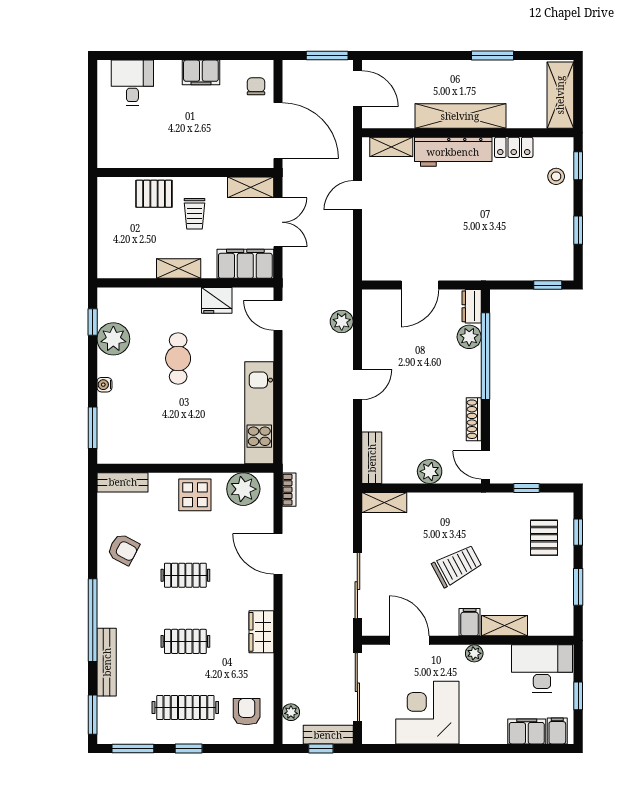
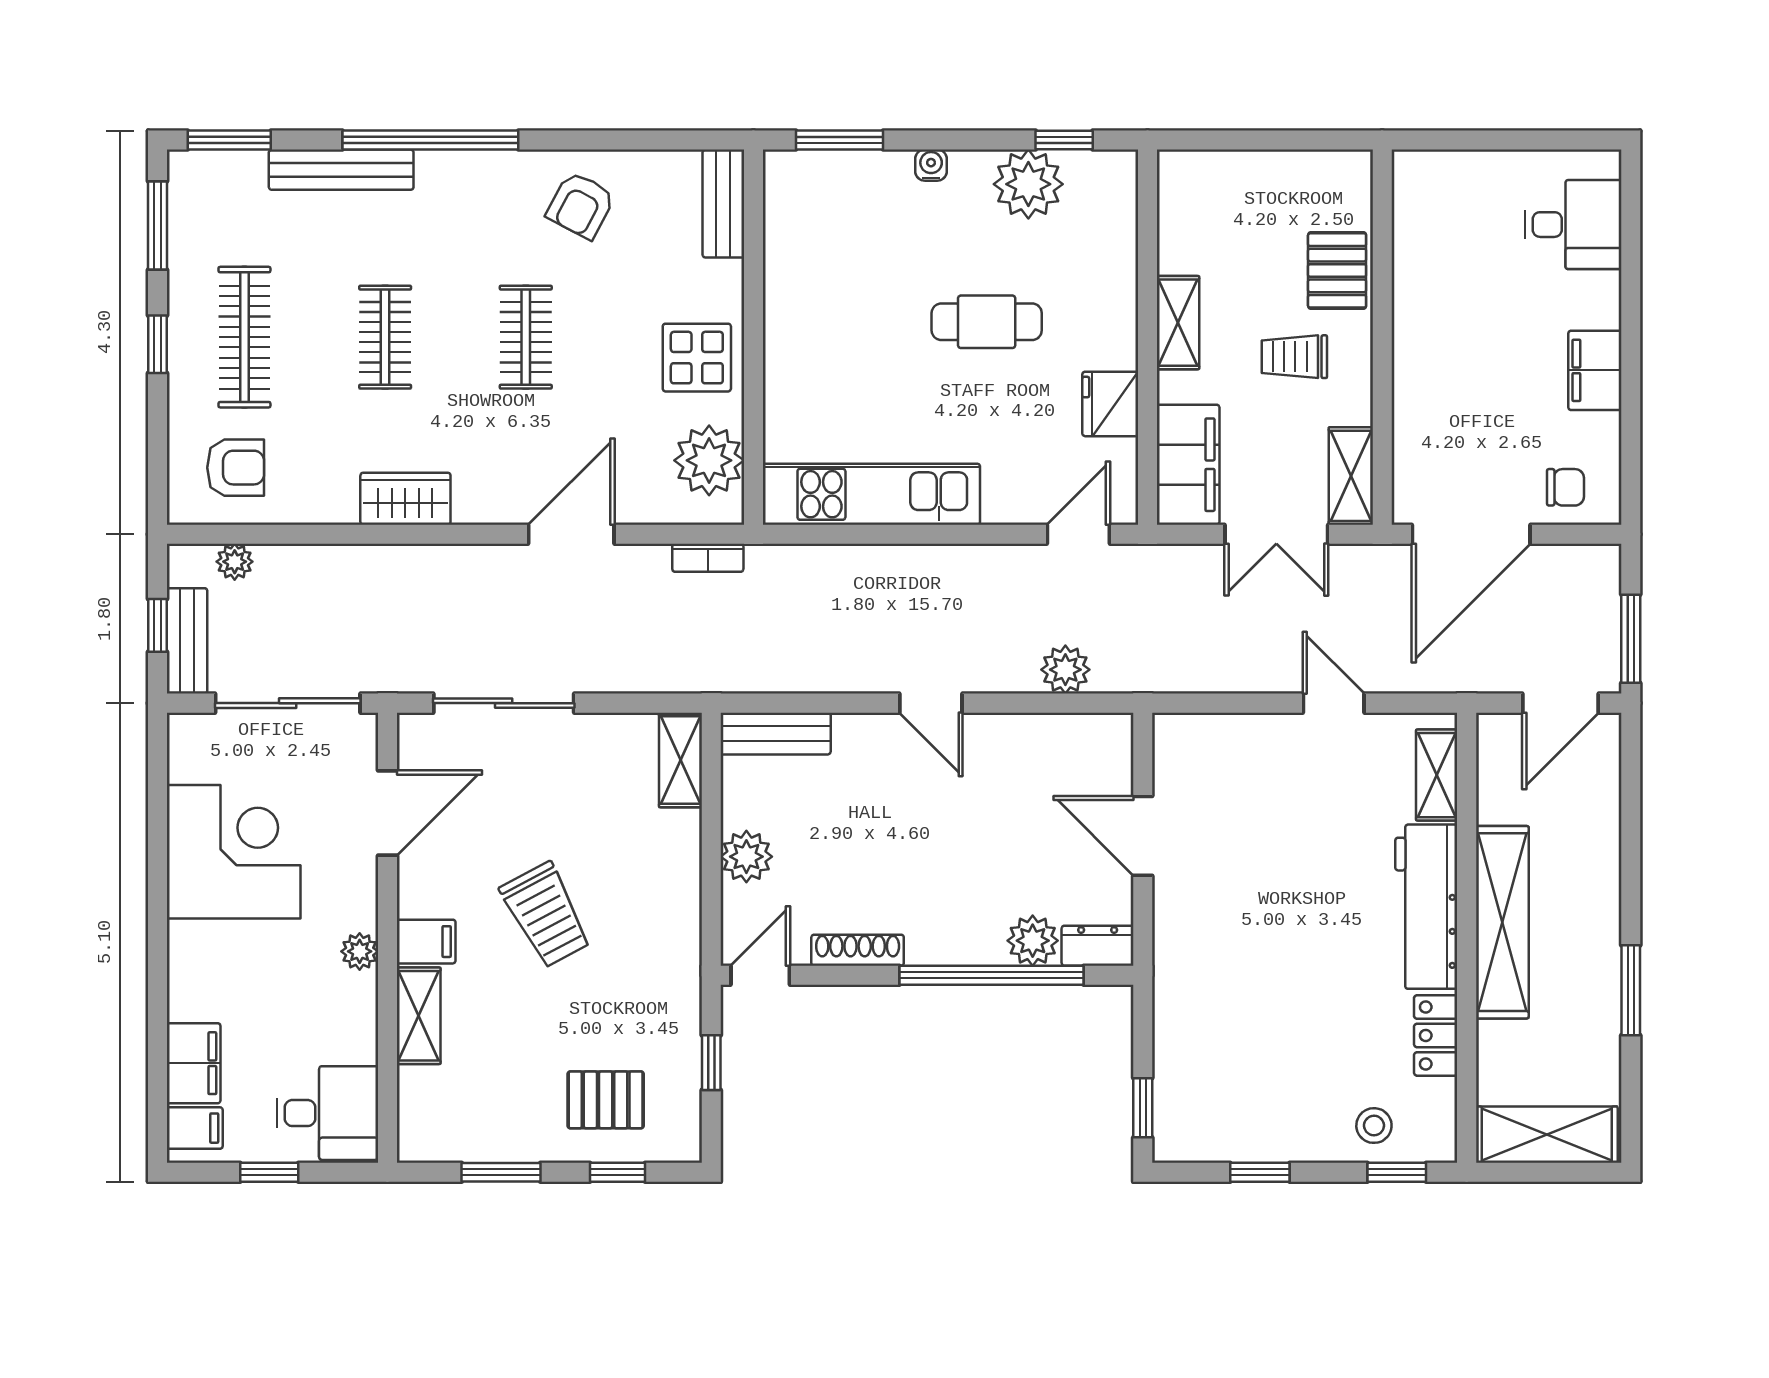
desk: (542, 669) -> (327, 1113), width x0.73

